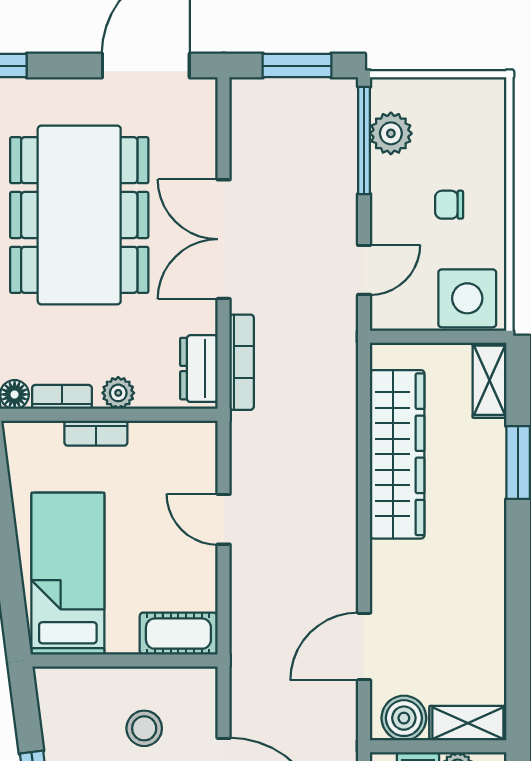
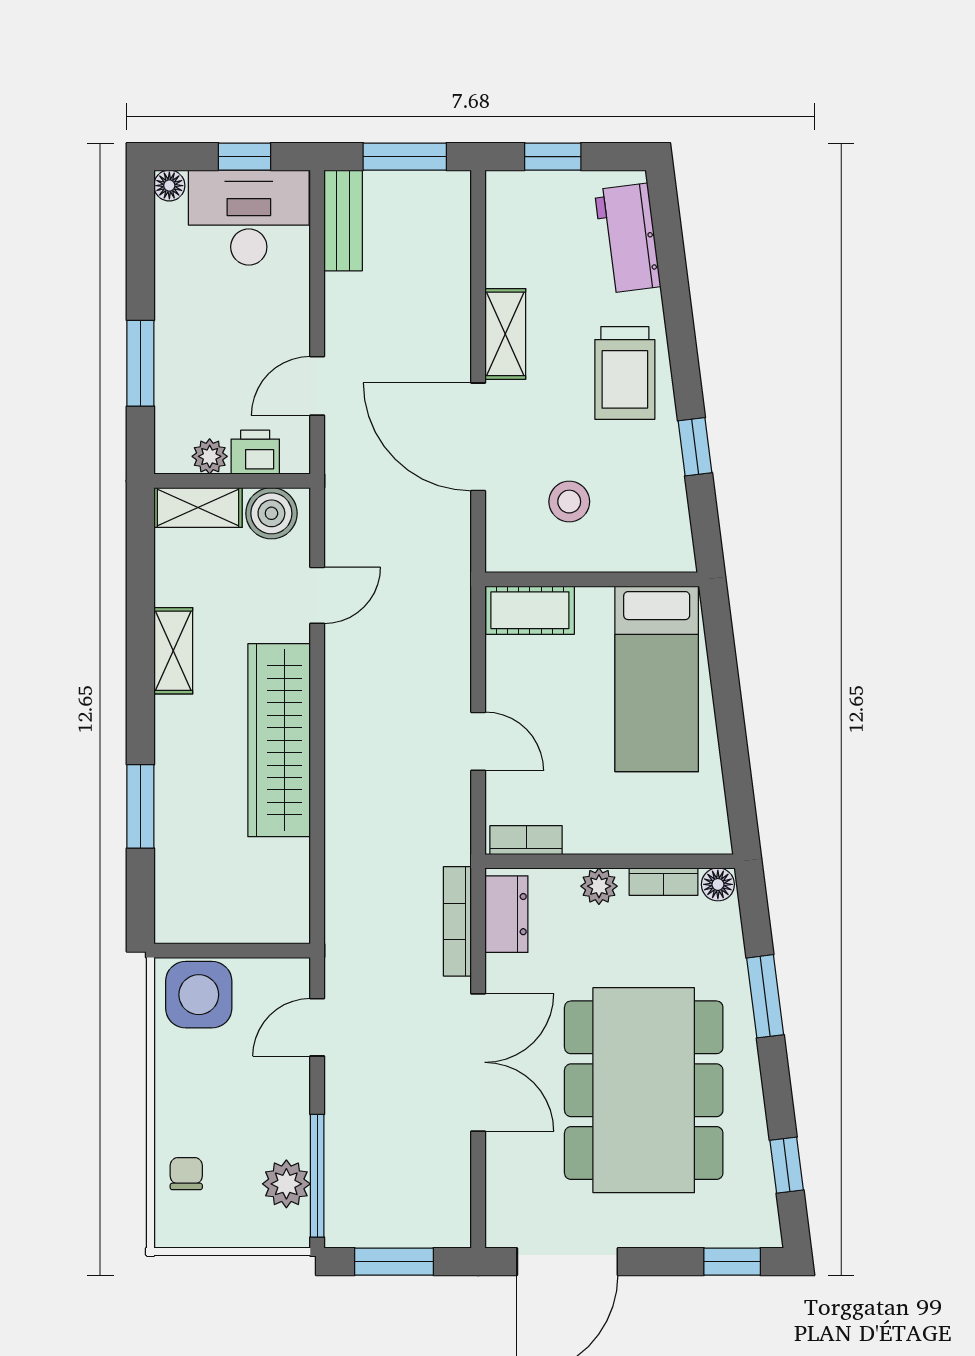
chair: (449, 205) -> (186, 1174), moved, turned -90
shelving: (490, 380) -> (173, 651), moved
bookcase: (96, 433) -> (526, 840), moved
wardrobe: (397, 454) -> (279, 740), moved
door: (364, 647) -> (317, 595), width x0.73

